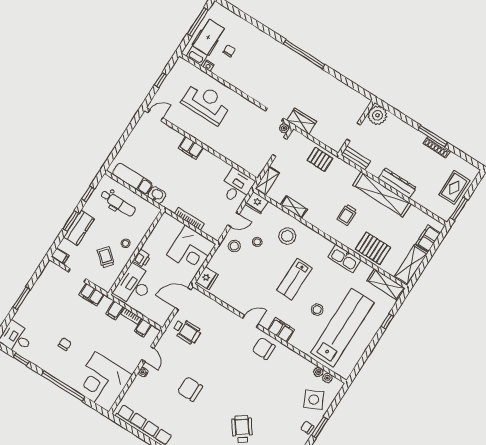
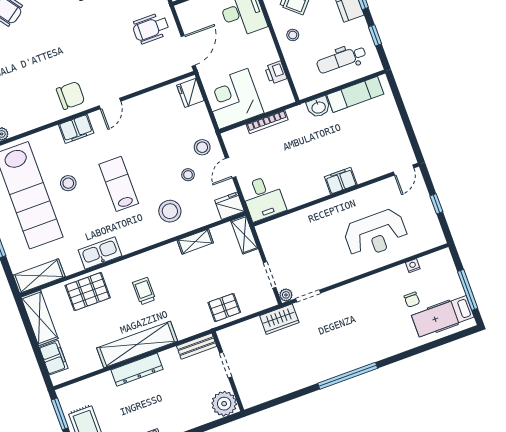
hospital bed: (205, 43) -> (443, 316), moved, turned 90
printer: (142, 258) -> (276, 73), moved

